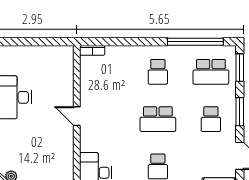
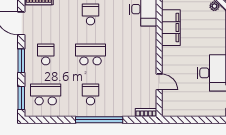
window: (195, 42) -> (99, 120), moved
door: (77, 116) -> (159, 82), moved
filing cabinet: (63, 151) -> (171, 28), added

